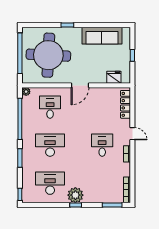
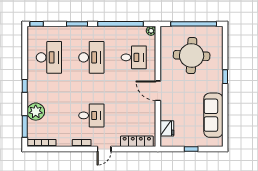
round table: (48, 55) -> (192, 56), width x0.73, depth x0.73
plant: (75, 195) -> (36, 112), moved

